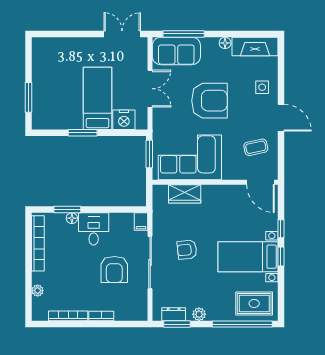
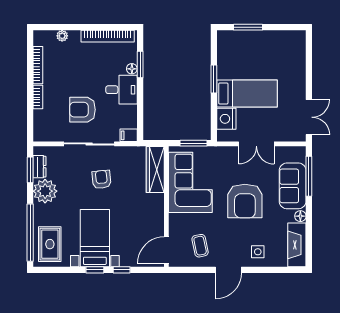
sofa: (176, 51) -> (293, 186), moved
wardrobe: (185, 194) -> (155, 170), width x1.50
plant: (199, 314) -> (45, 191), width x1.88, depth x1.88

